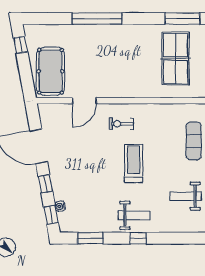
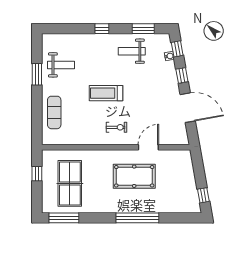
pool table: (51, 71) -> (134, 176), moved, turned 90
treadmill: (134, 163) -> (106, 93), turned 90
weight bench: (134, 215) -> (132, 51), moved

